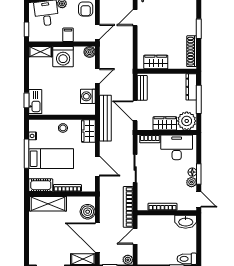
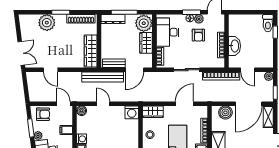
plant: (187, 13) -> (47, 23), added
washing machine: (63, 57) -> (81, 139), width x0.53, depth x0.53
wardrobe: (156, 62) -> (91, 51), width x1.50
washing machine: (88, 96) -> (132, 112), moved
bench: (105, 118) -> (103, 77), moved
armchair: (173, 182) -> (198, 35), added
washbasin: (186, 222) -> (234, 46), moved

